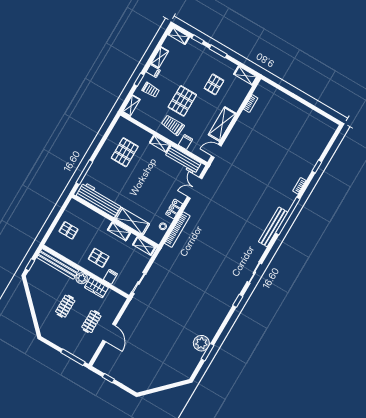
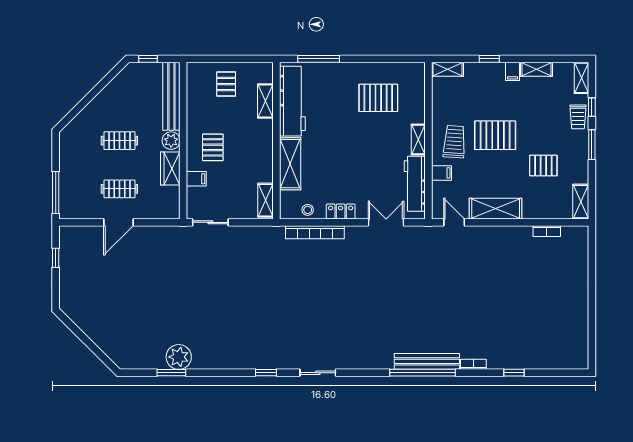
trolley: (151, 90) -> (578, 117), moved
bench: (273, 227) -> (427, 361), moved
shelving: (119, 231) -> (265, 101), moved

